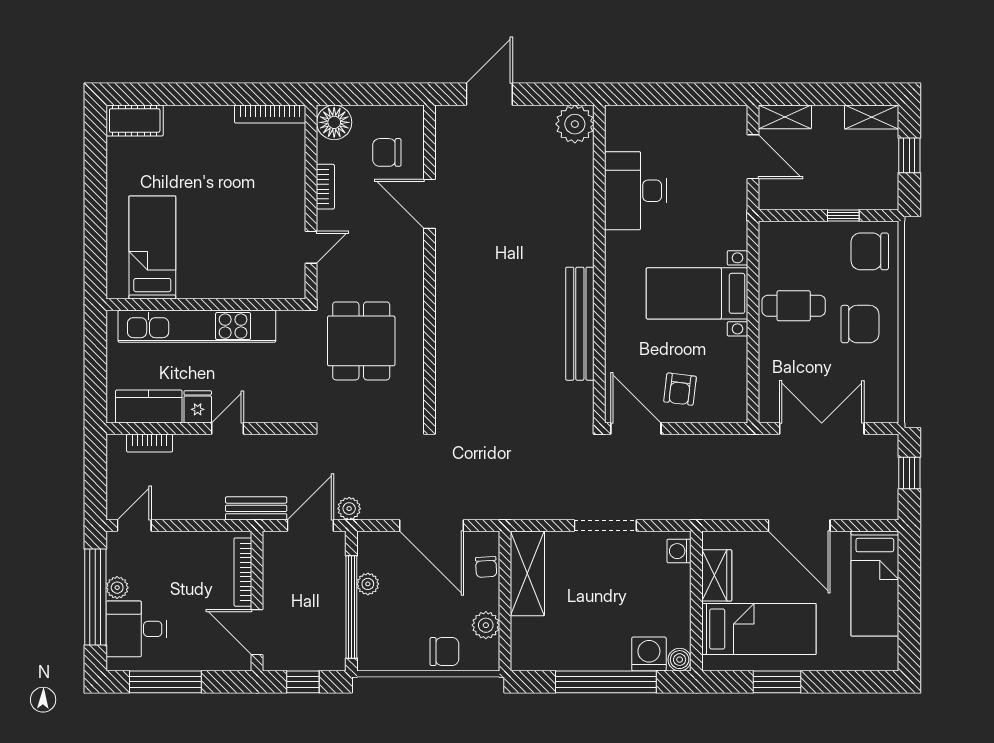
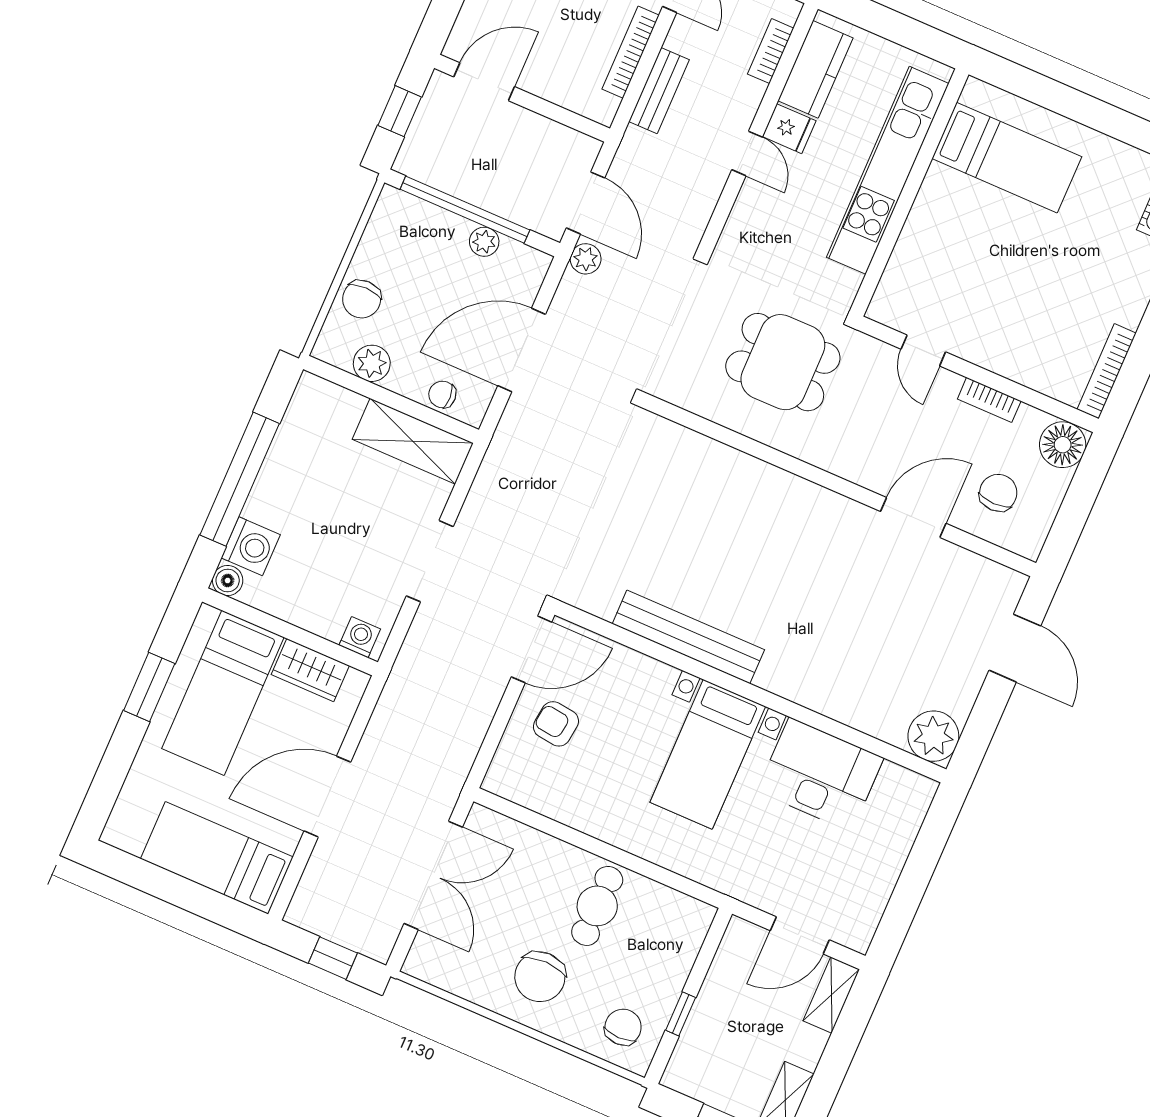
chair: (870, 251) -> (623, 1027), width x0.73, depth x0.73
bed with nightstands: (697, 293) -> (708, 754), moved, turned 180
bench: (256, 508) -> (659, 91), moved
bookcase: (243, 572) -> (631, 52), moved, turned -90

